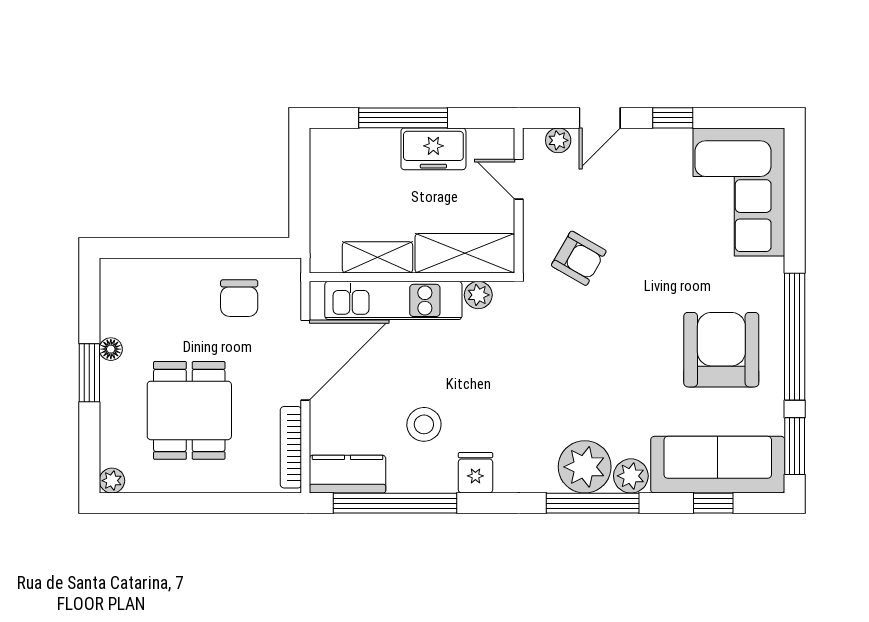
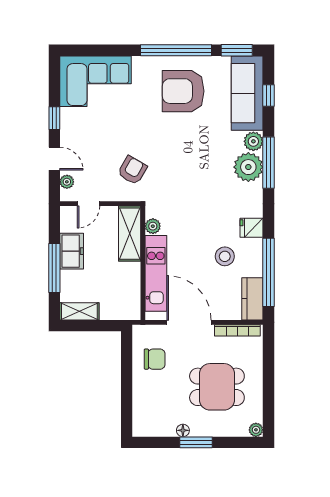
shelving: (378, 257) -> (79, 311), moved, turned 90

